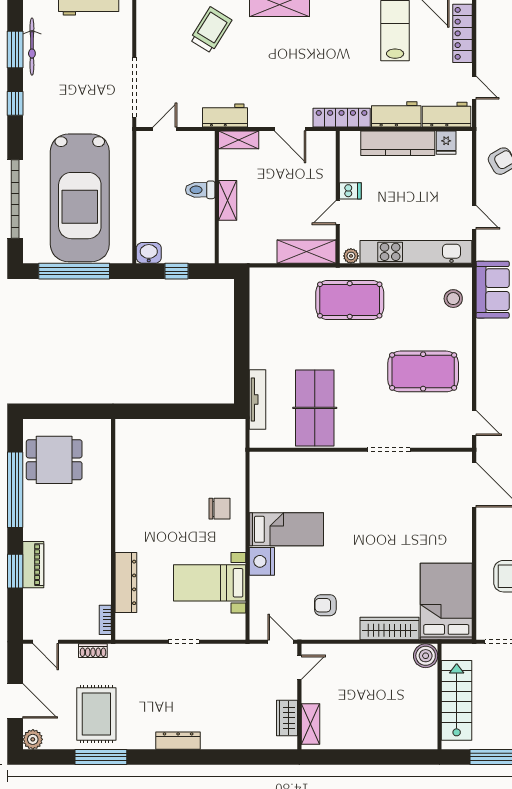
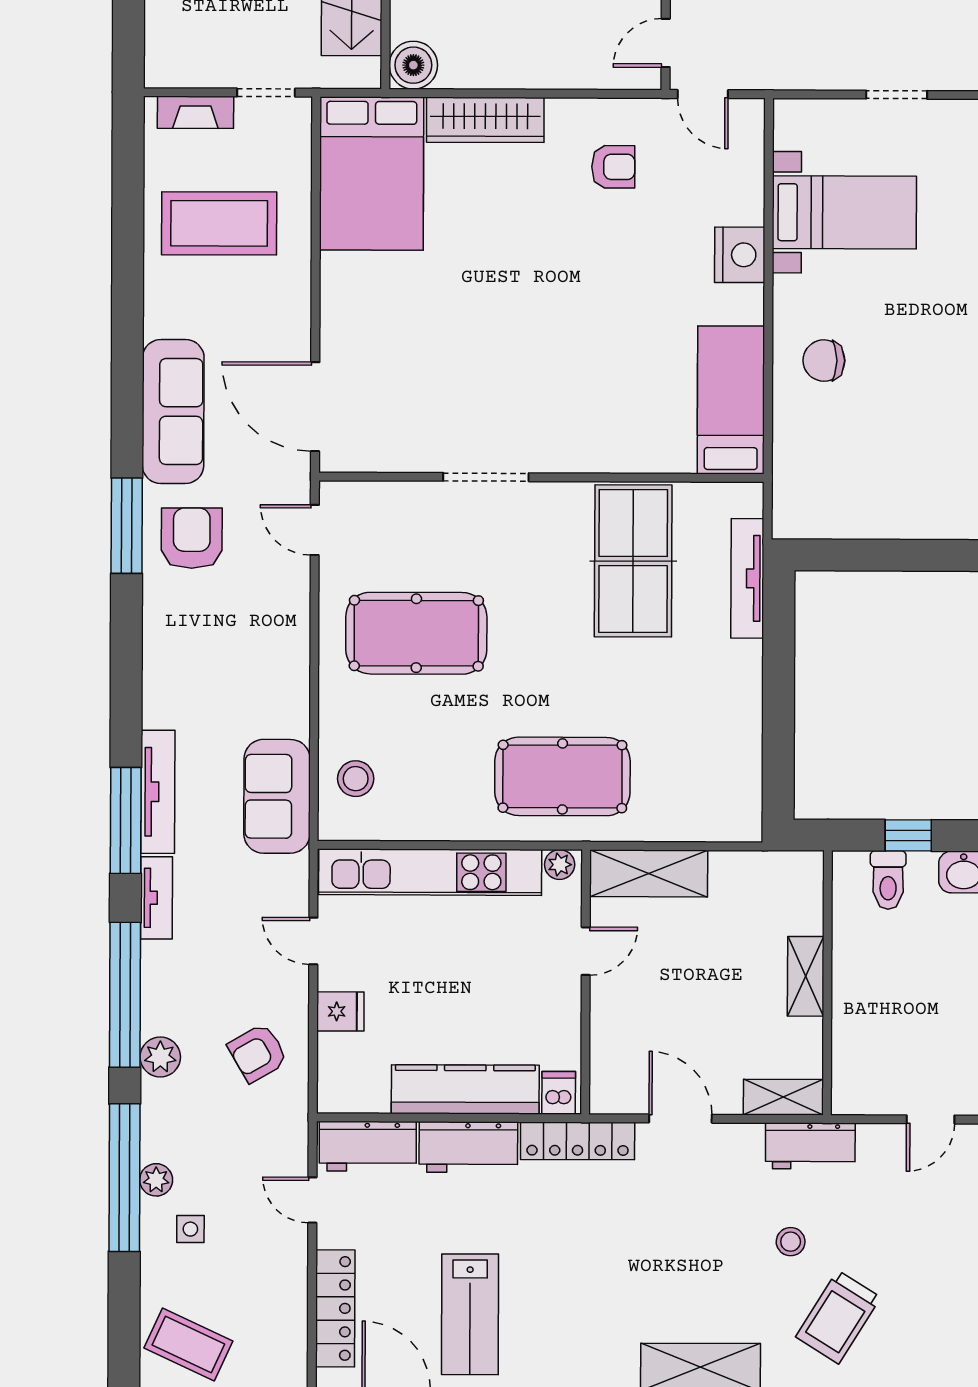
stool: (235, 68) -> (791, 1242), added
fridge: (446, 143) -> (340, 1011), moved, turned 90
toilet: (200, 190) -> (888, 880), moved, turned 90
dishwasher: (350, 191) -> (559, 1093), moved, turned 90
bed: (286, 529) -> (731, 400), moved, turned 90

